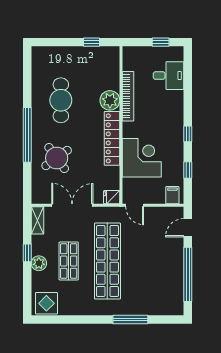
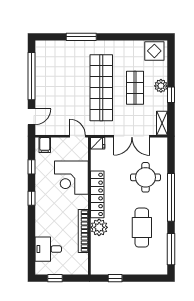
window: (27, 76) -> (171, 249), added
round table: (57, 158) -> (145, 177), turned 36

